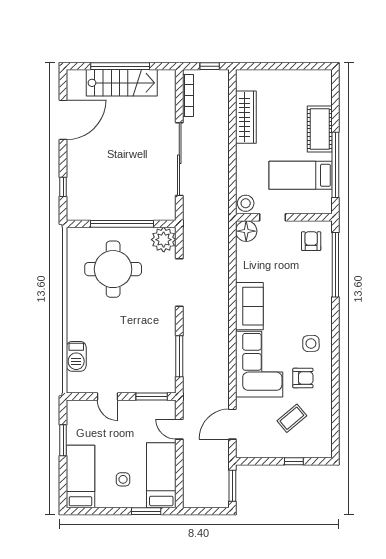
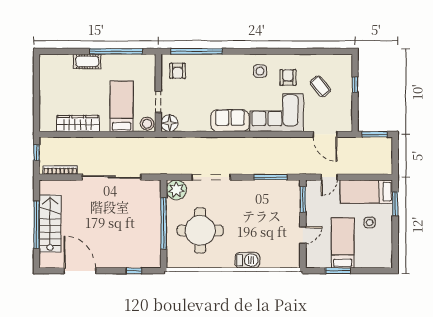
cot: (320, 129) -> (87, 61), width x0.73, depth x0.75
bed: (301, 175) -> (122, 106), moved, turned 180
armchair: (311, 241) -> (178, 71), turned -90
barbecue: (76, 356) -> (247, 260), moved
bed: (80, 477) -> (343, 243), moved, turned 90

